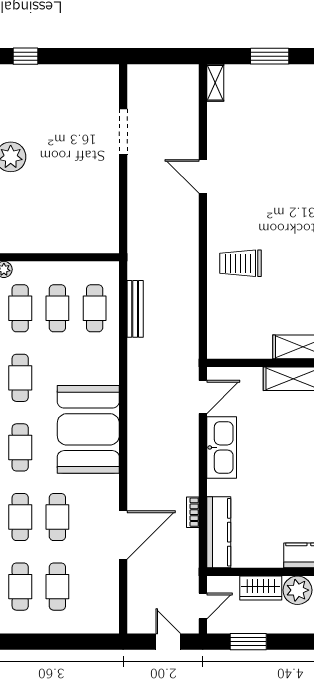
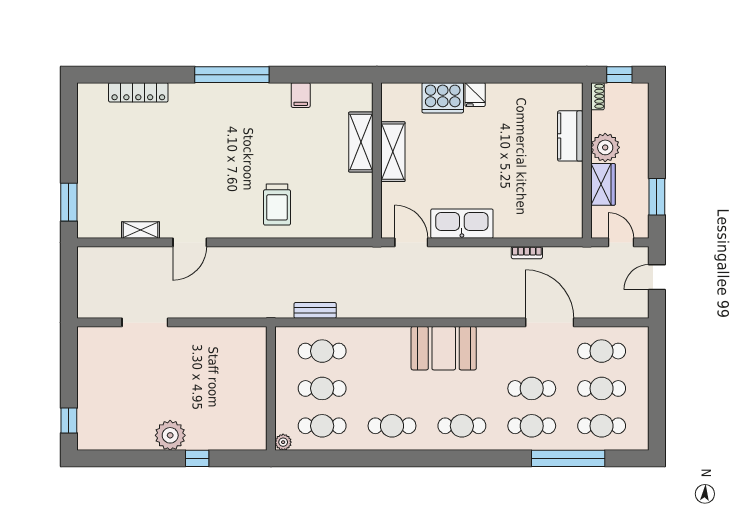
window: (270, 56) -> (69, 202), moved
shelving: (215, 83) -> (141, 230), moved
bench: (135, 309) -> (315, 310), width x0.73
booth: (88, 429) -> (444, 348), width x0.73, depth x0.70
kitchen counter: (219, 532) -> (547, 227), removed
cafe table: (95, 587) -> (602, 351), added

